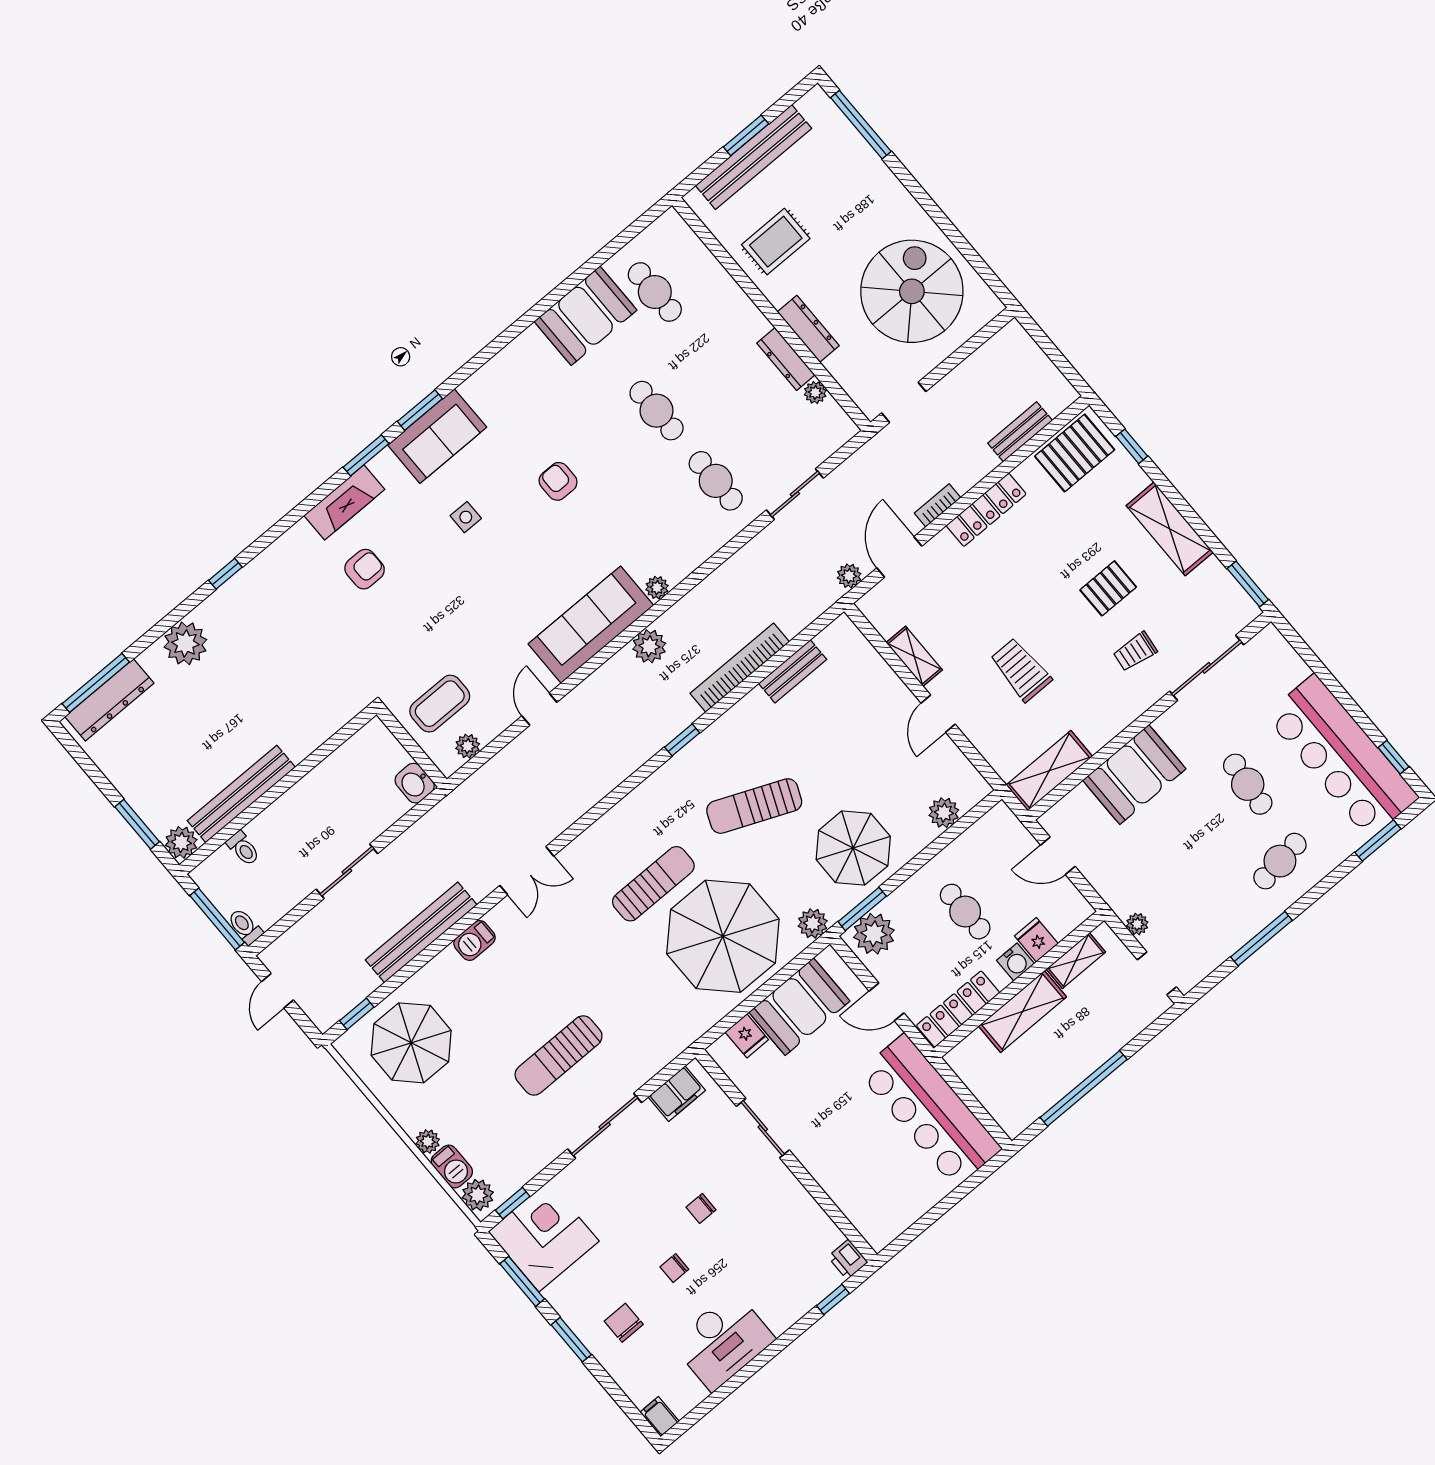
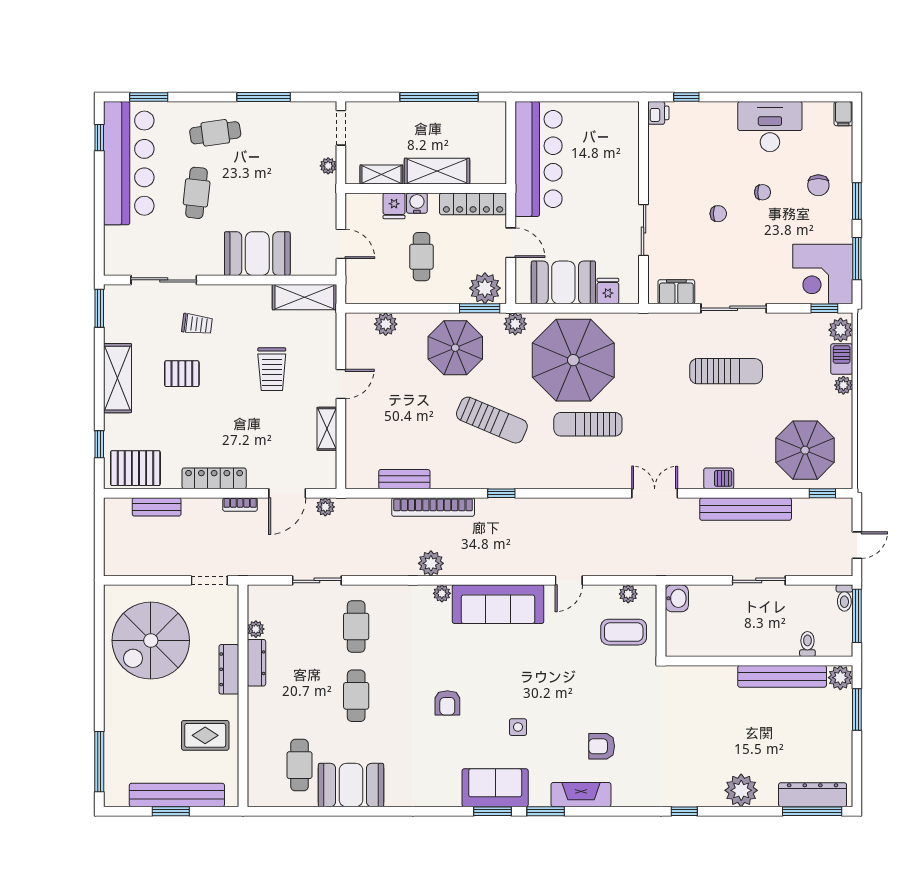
plant: (649, 646) -> (431, 563), moved

